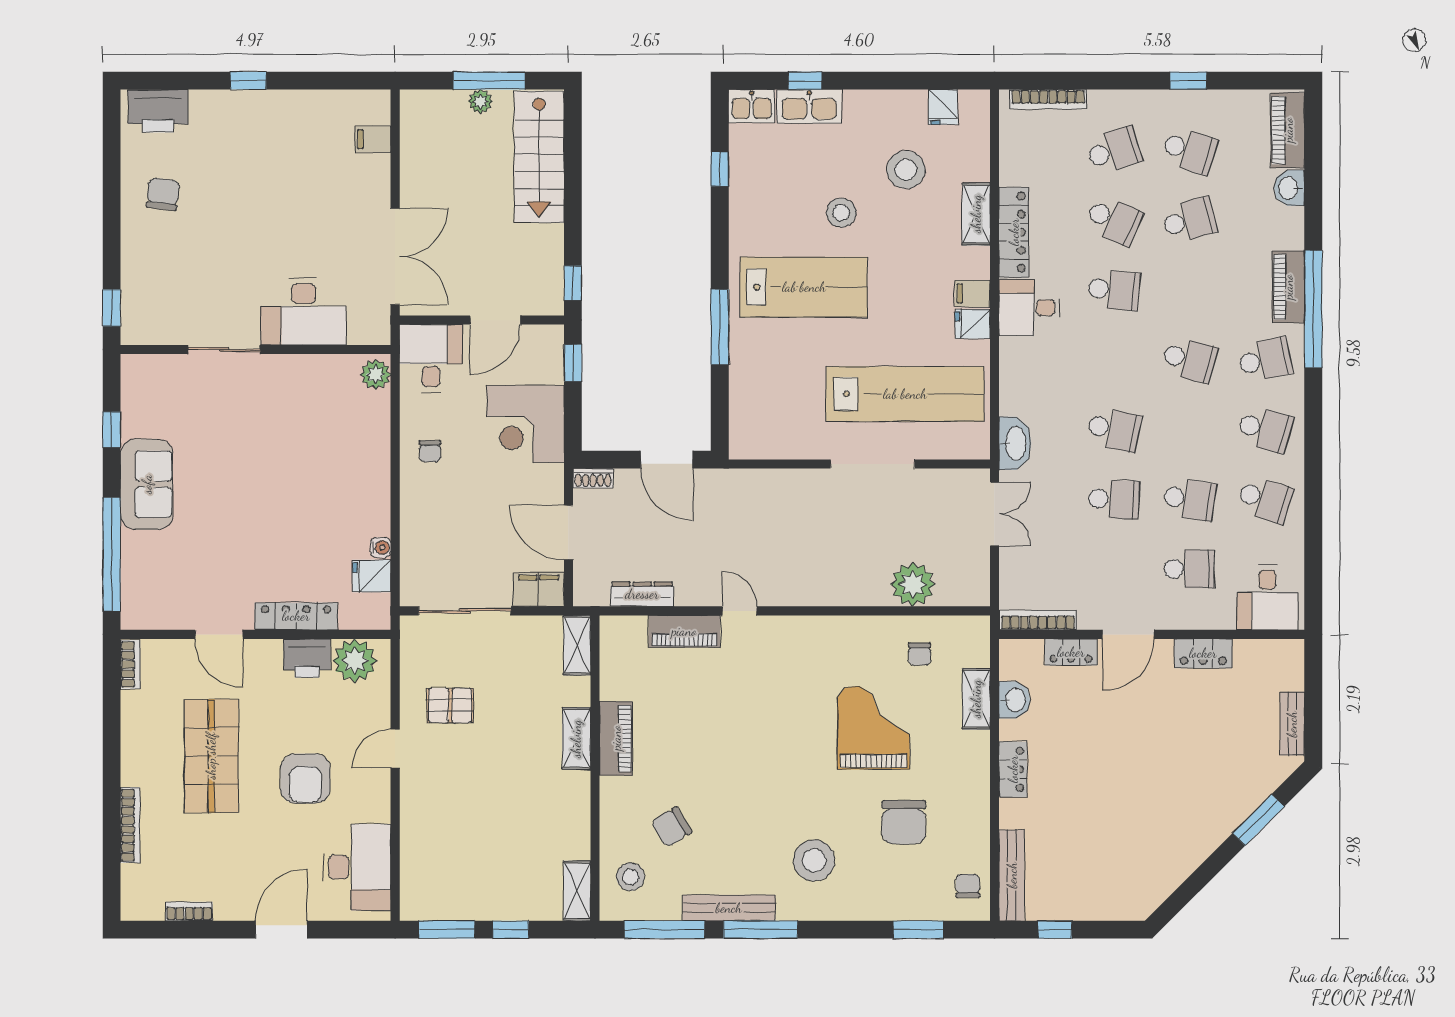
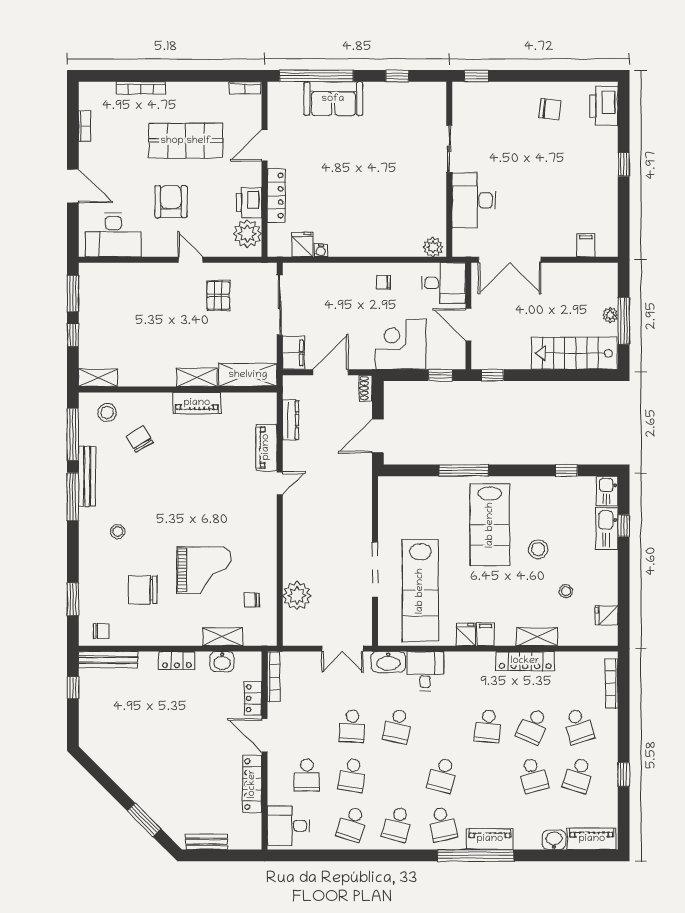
stool: (906, 170) -> (566, 591), width x0.53, depth x0.53
desk: (1029, 308) -> (425, 671), moved
sofa: (147, 484) -> (333, 99), moved
shelving: (577, 645) -> (248, 375), width x1.50, depth x1.33
locker: (1203, 653) -> (252, 784), width x1.53
armchair: (305, 779) -> (171, 202), turned 90
stool: (814, 860) -> (118, 532), width x0.53, depth x0.53

